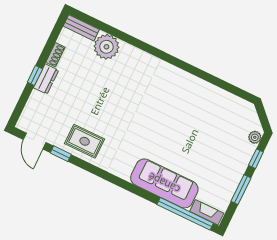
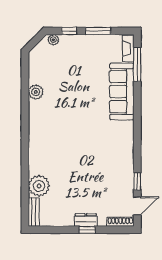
shoe rack: (55, 55) -> (120, 222), moved, width x1.43
plant: (208, 92) -> (36, 92), added
rug: (85, 141) -> (119, 168), removed
window: (185, 214) -> (137, 64), width x0.68

